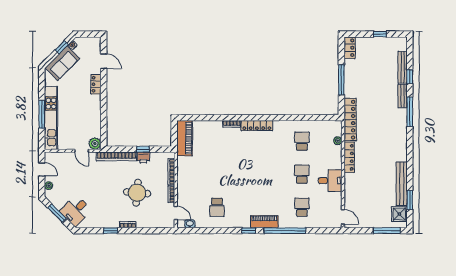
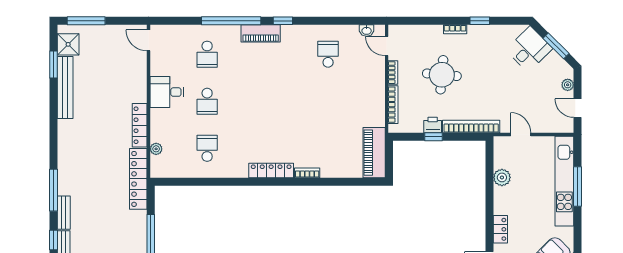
school desk: (302, 141) -> (207, 148), turned 180
plant: (95, 144) -> (502, 177), moved

